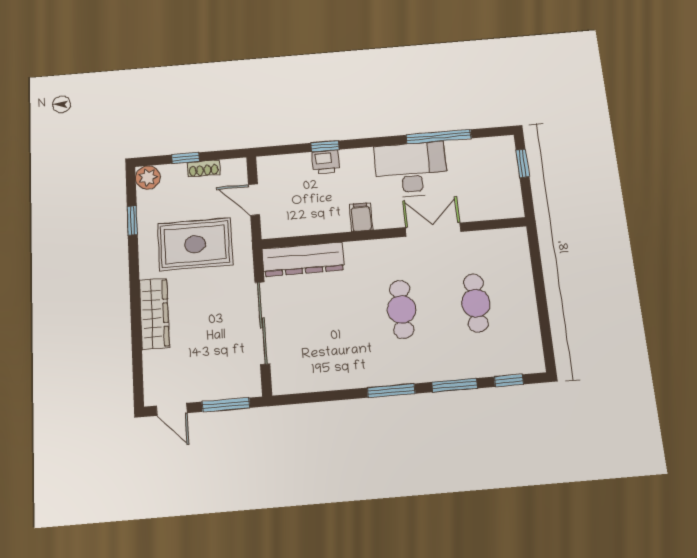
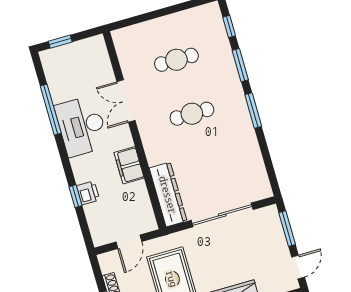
filing cabinet: (361, 217) -> (129, 165), width x2.00

